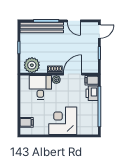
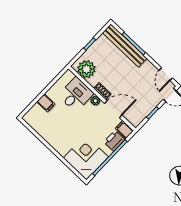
door: (74, 21) -> (166, 74), moved
corner desk: (63, 121) -> (86, 157), moved
filing cabinet: (27, 122) -> (46, 103), moved

